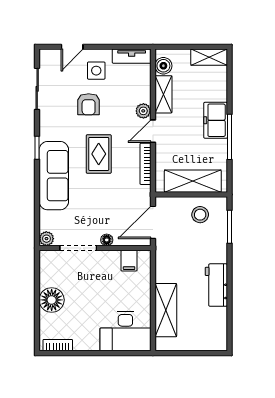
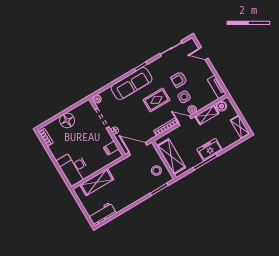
side table: (96, 71) -> (184, 97), moved
workbench: (216, 285) -> (102, 214), moved

